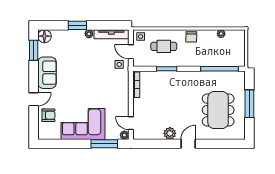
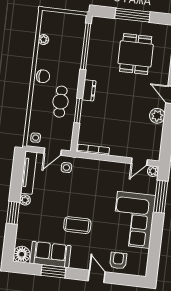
cafe table: (164, 46) -> (61, 102), moved
window: (34, 50) -> (53, 271), moved
sofa: (47, 73) -> (50, 254), moved
dresser: (184, 76) -> (89, 90), added
coffee table: (73, 79) -> (77, 225), added
dining table: (218, 110) -> (136, 54), width x0.73

